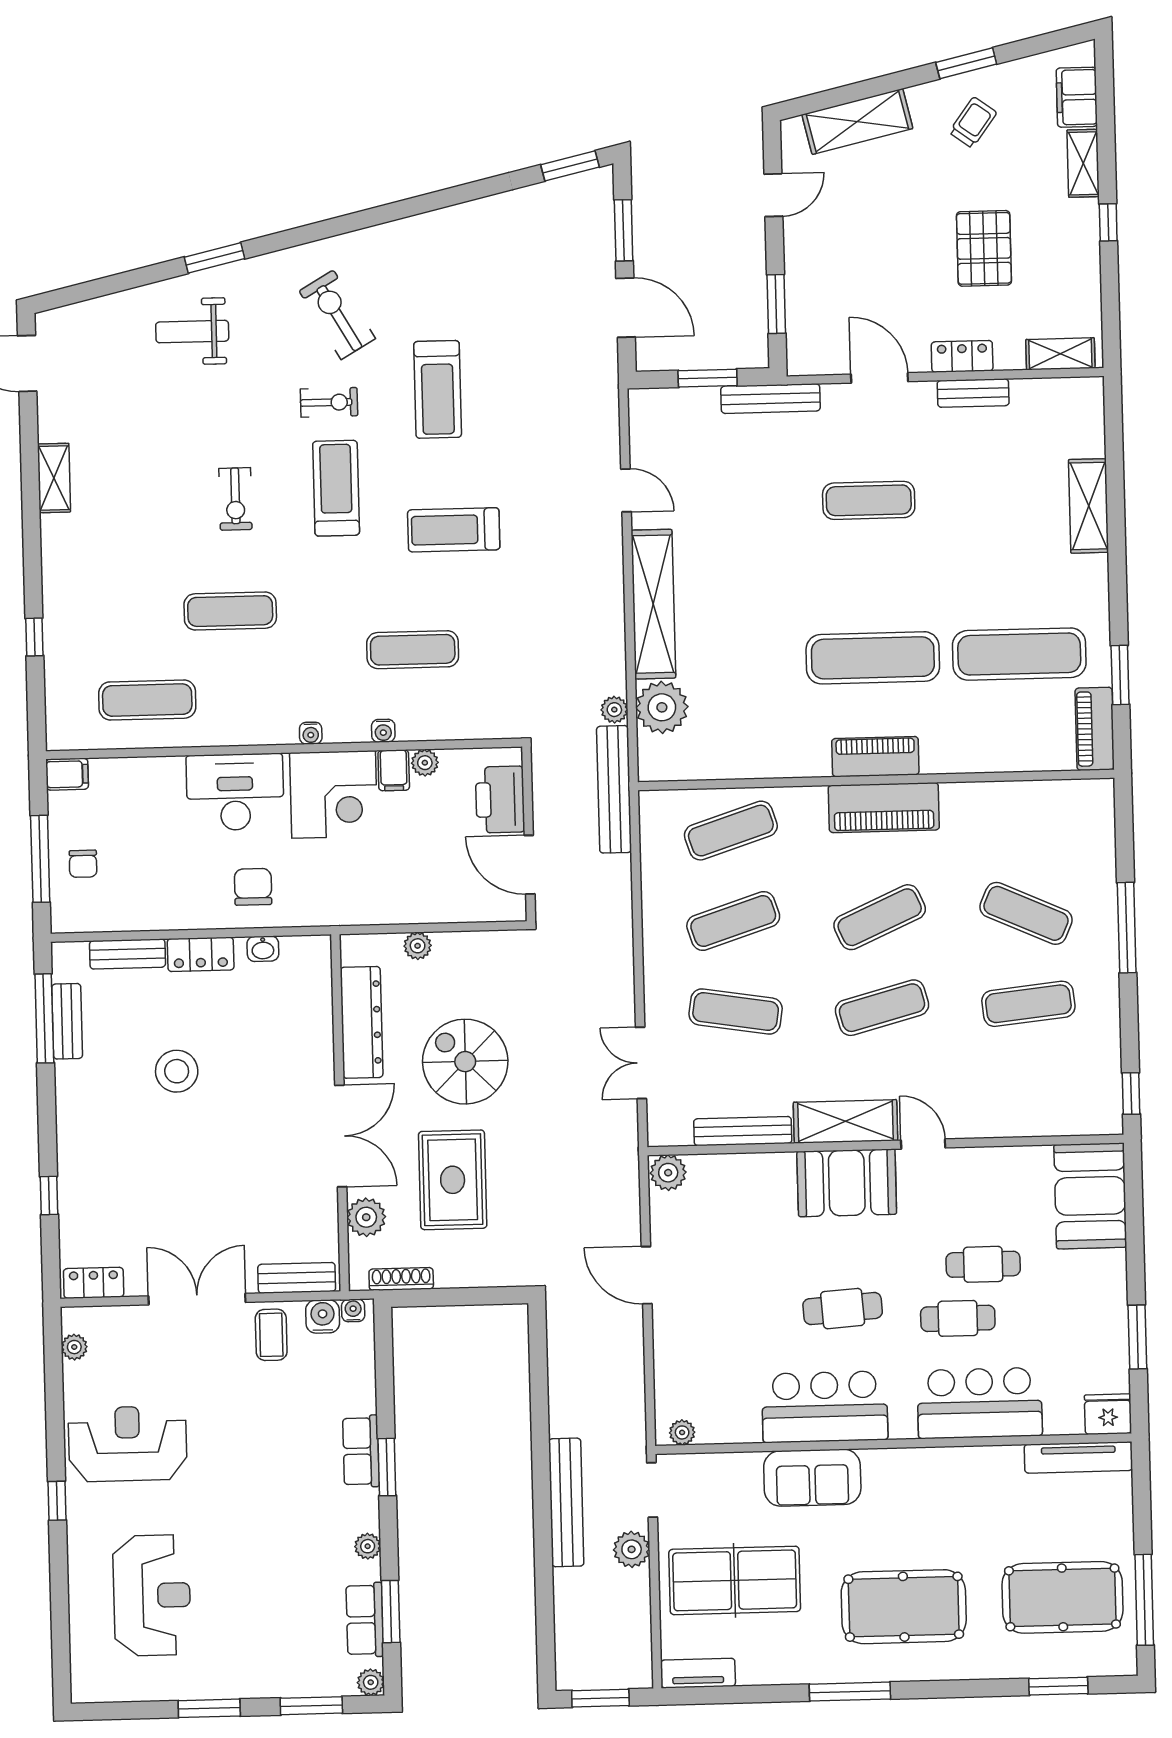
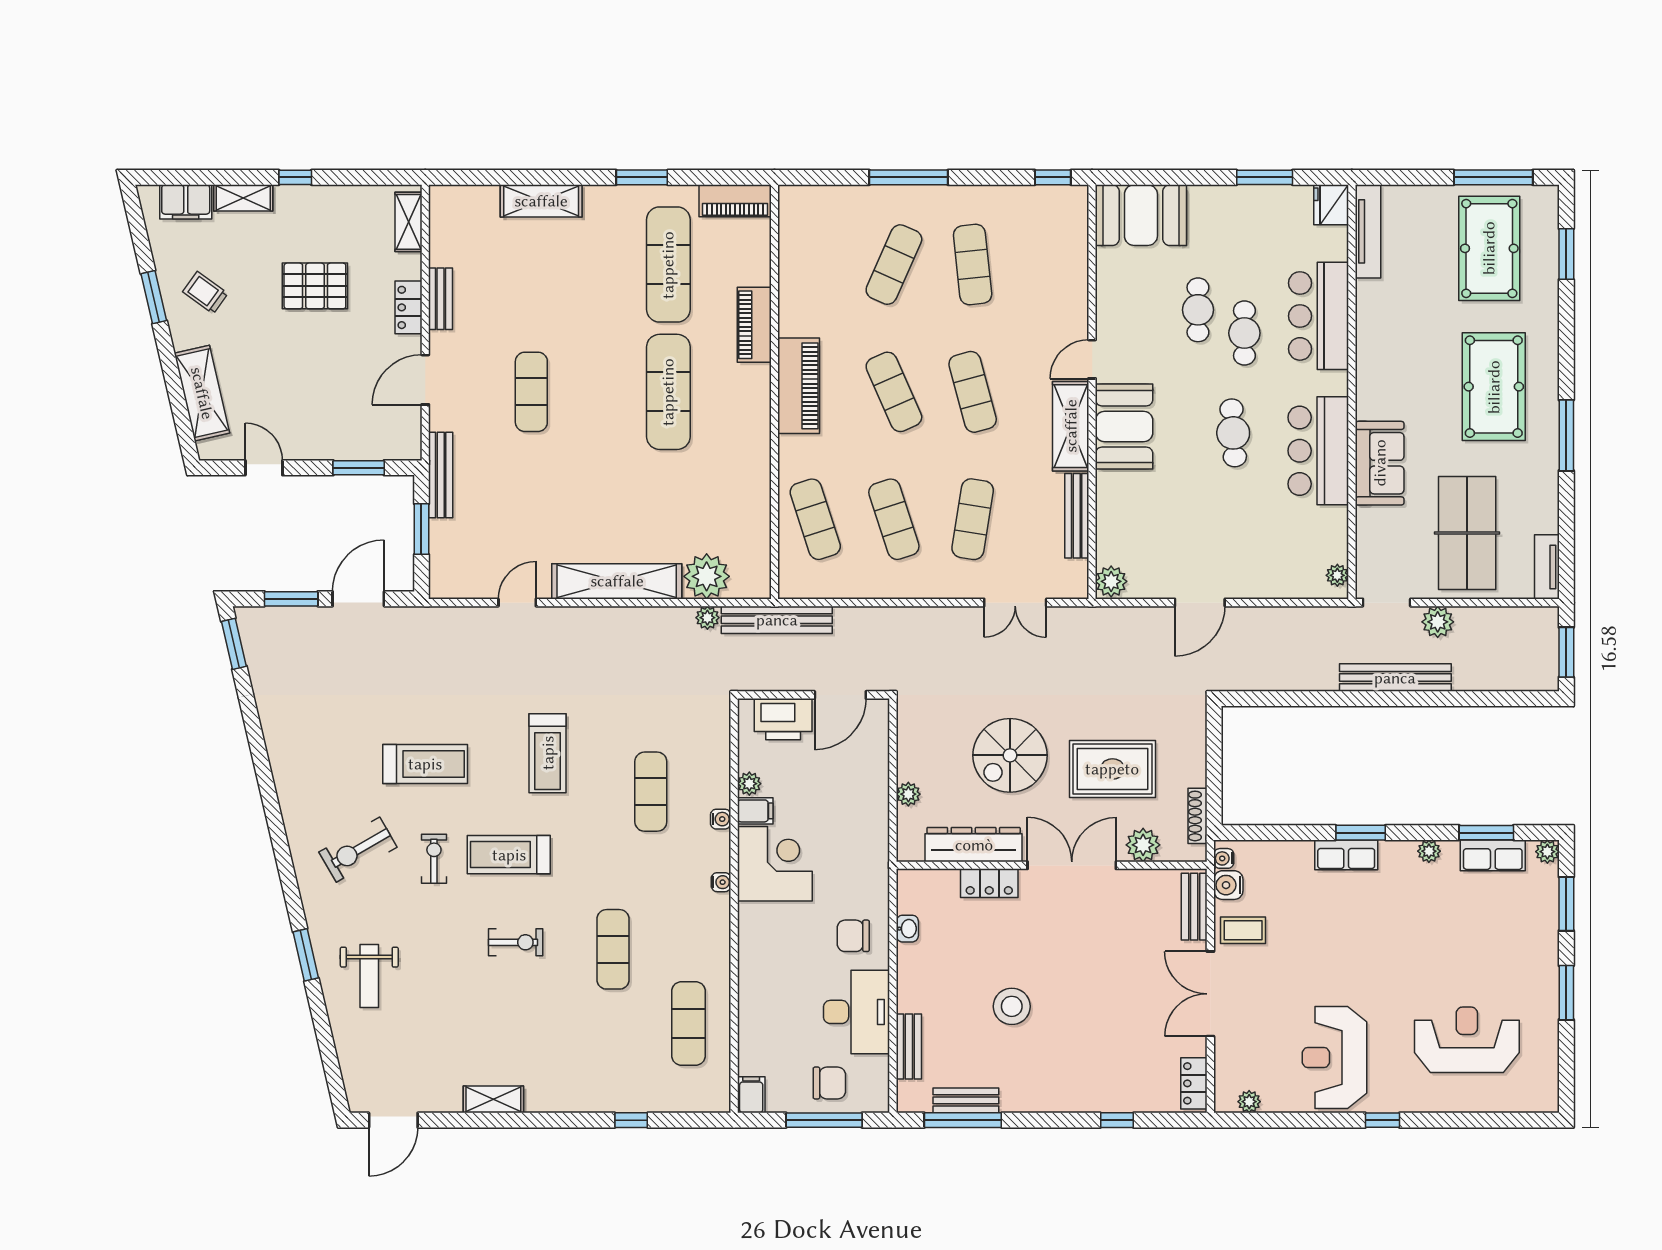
window: (1120, 675) -> (642, 177), moved
piano: (875, 757) -> (754, 325), moved
desk: (235, 792) -> (856, 1012), moved, turned 180
chair: (83, 864) -> (829, 1083), width x1.37, depth x1.37
locker: (201, 954) -> (989, 883), moved, turned 90

